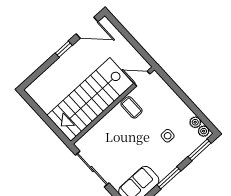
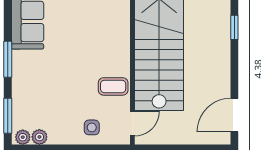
window: (64, 49) -> (234, 27), moved
side table: (168, 136) -> (92, 127), moved

